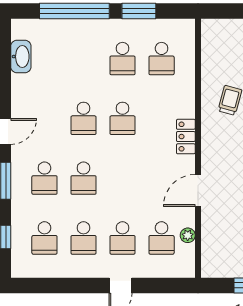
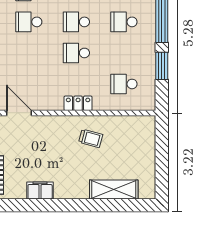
school desk: (123, 59) -> (124, 22), moved
locker: (186, 137) -> (78, 103), moved

